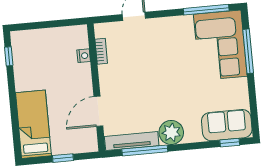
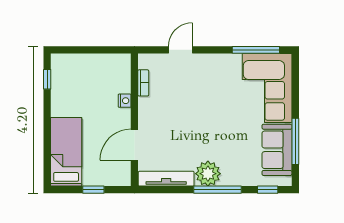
window: (248, 51) -> (295, 141), moved
nightstand: (84, 56) -> (125, 101), moved
sofa: (227, 125) -> (277, 150), moved, turned -90
window: (145, 150) -> (218, 190), moved

